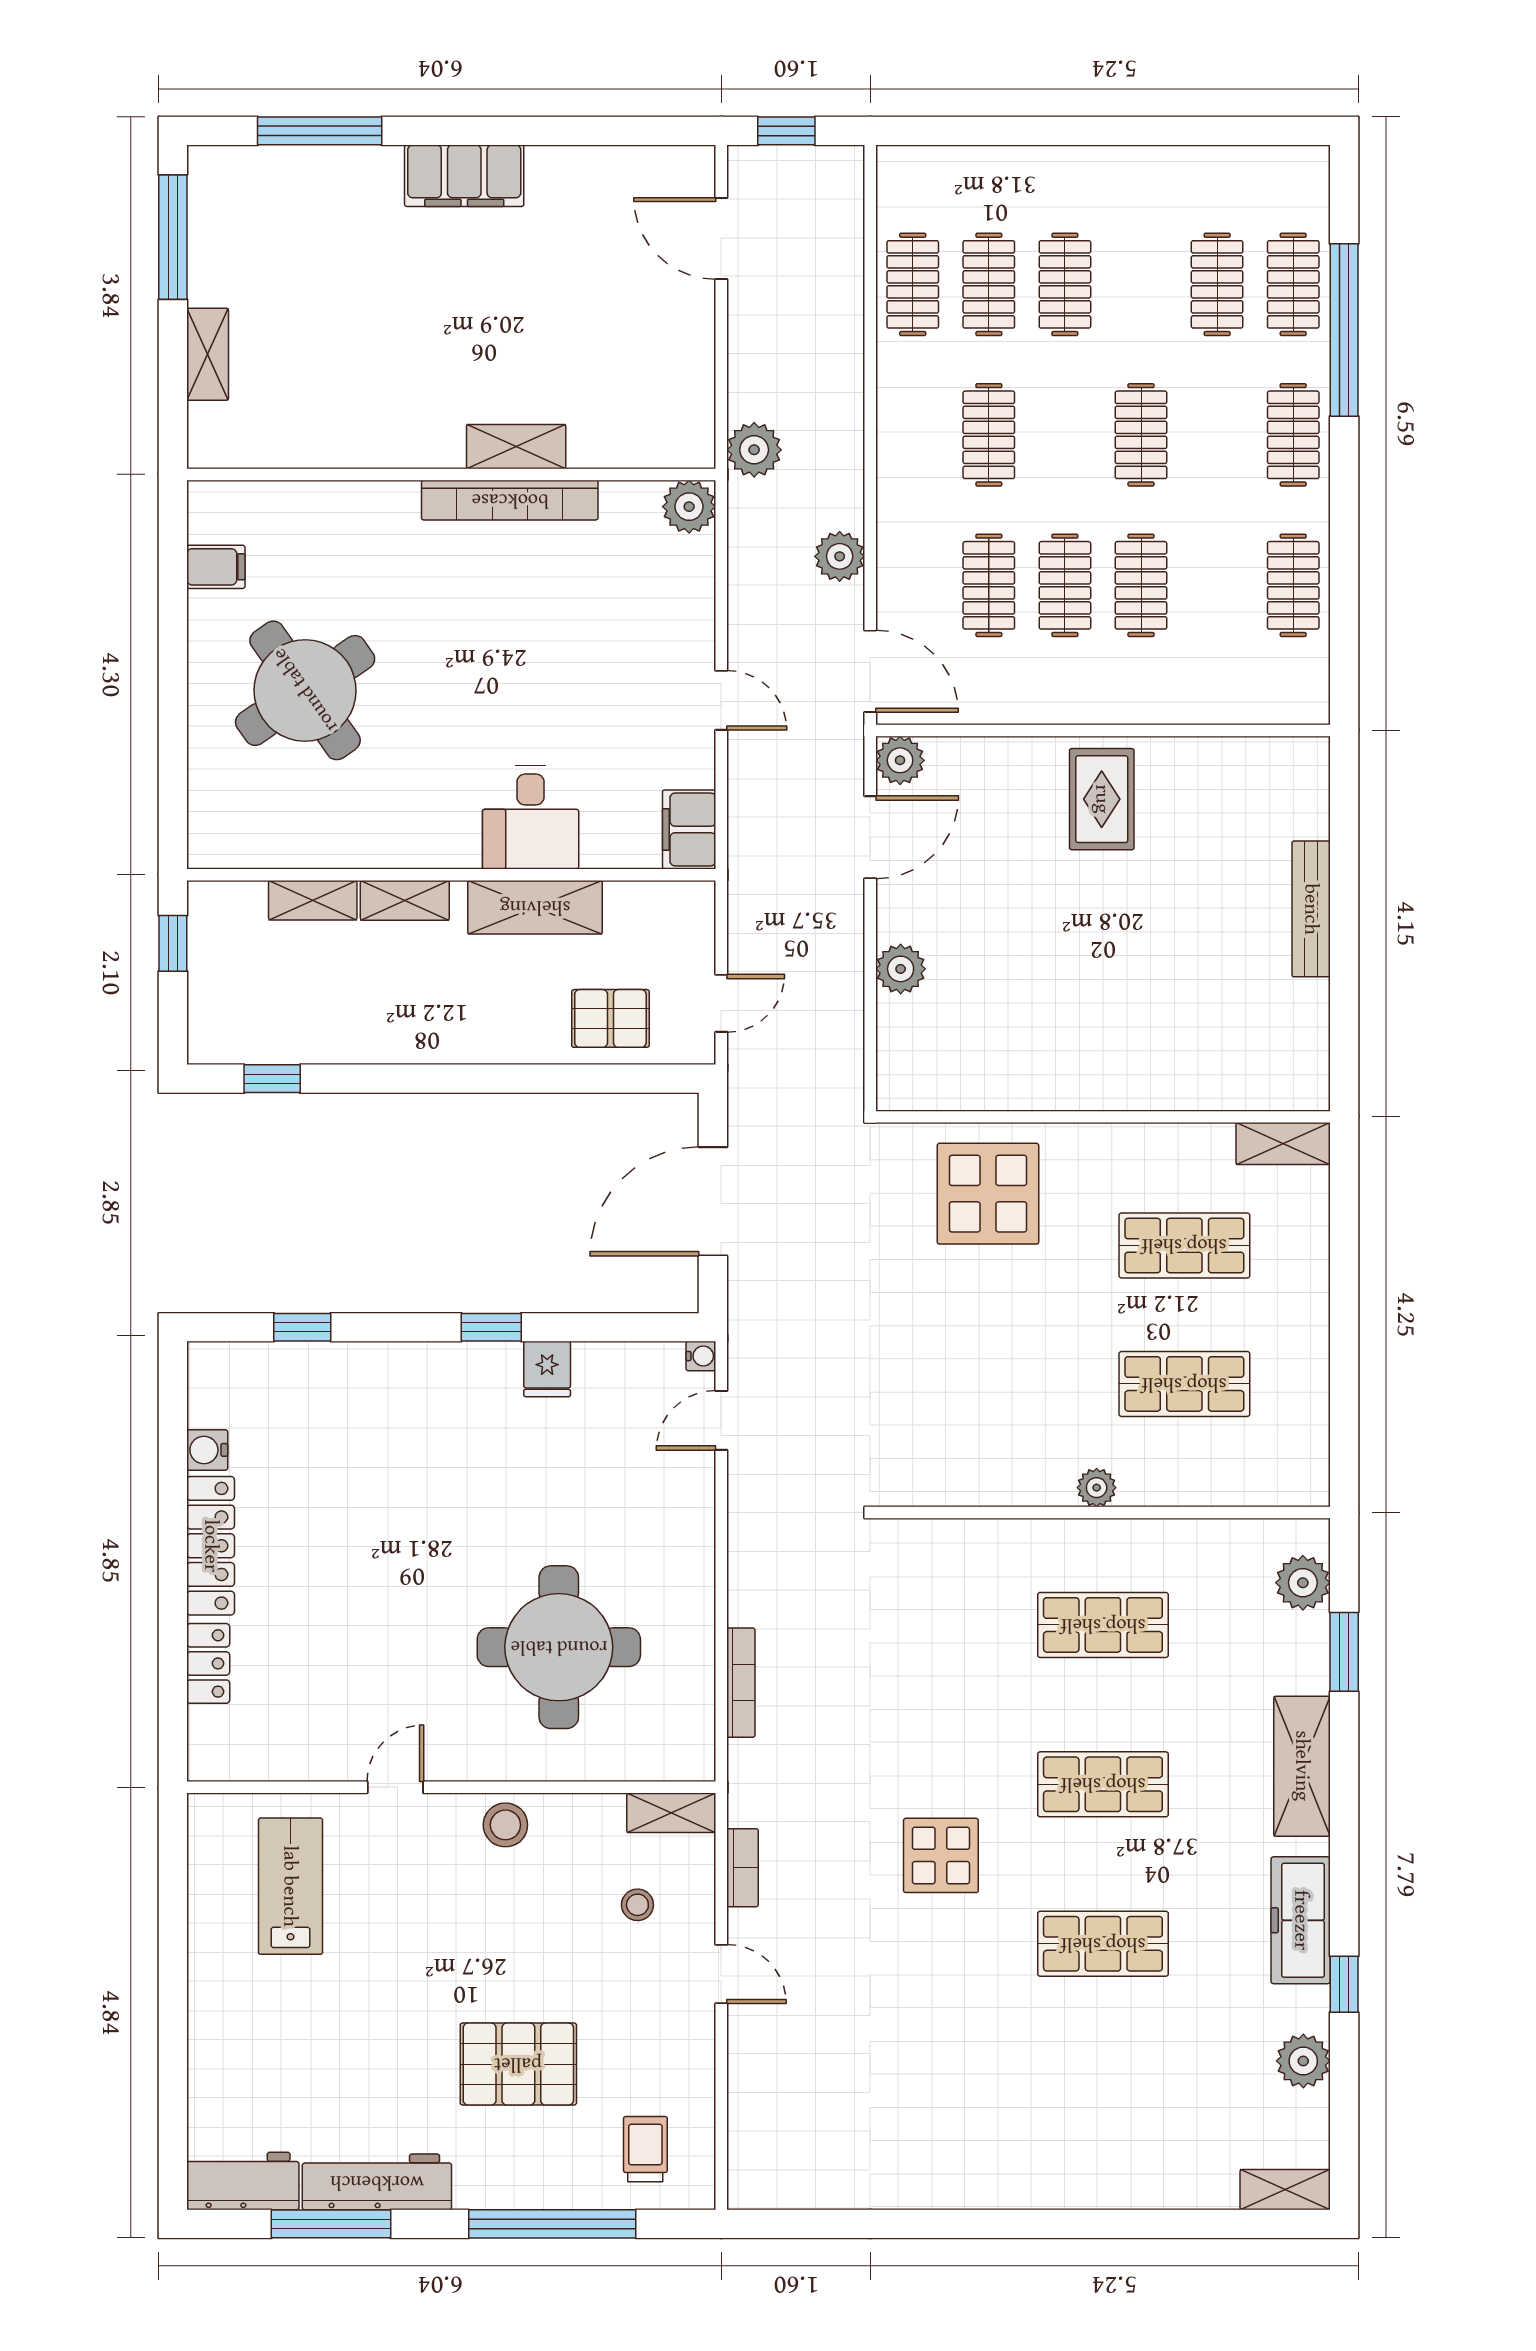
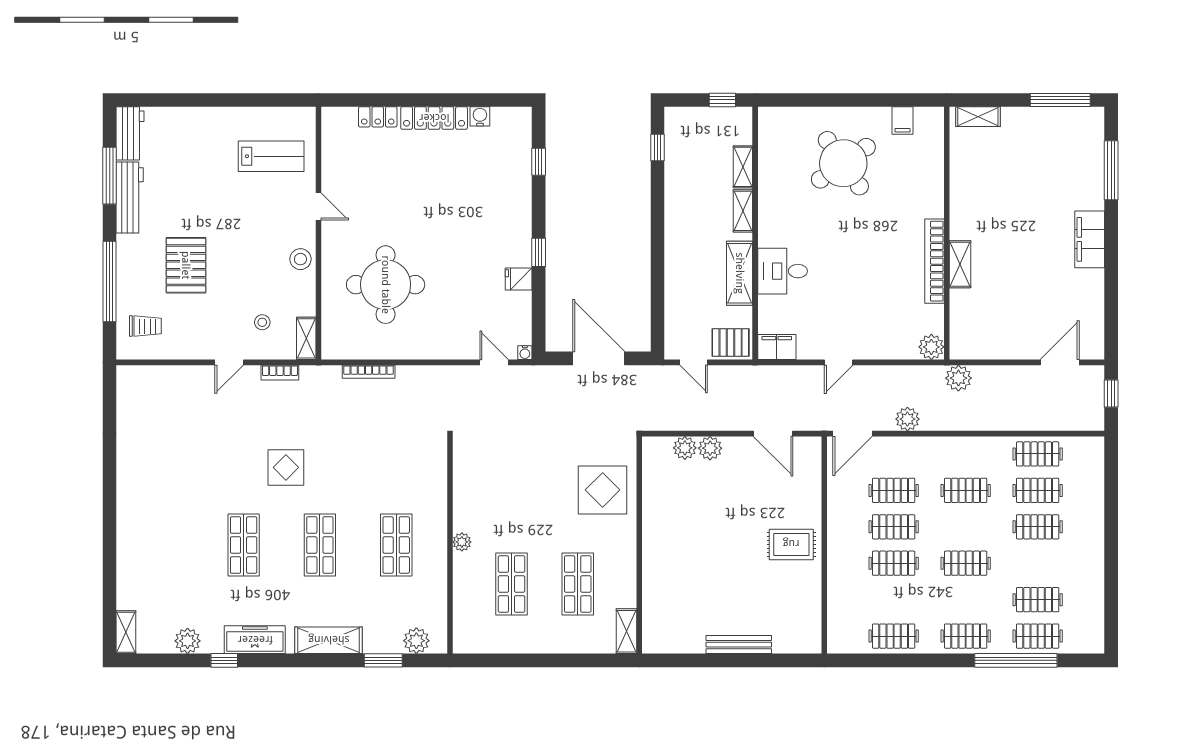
shelving: (208, 354) -> (978, 117), moved
plant: (900, 760) -> (685, 448), moved
pallet: (610, 1018) -> (731, 343), moved, turned 90

